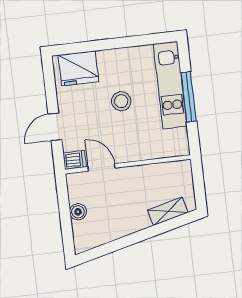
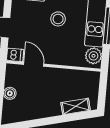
plant: (178, 140) -> (93, 56), added

